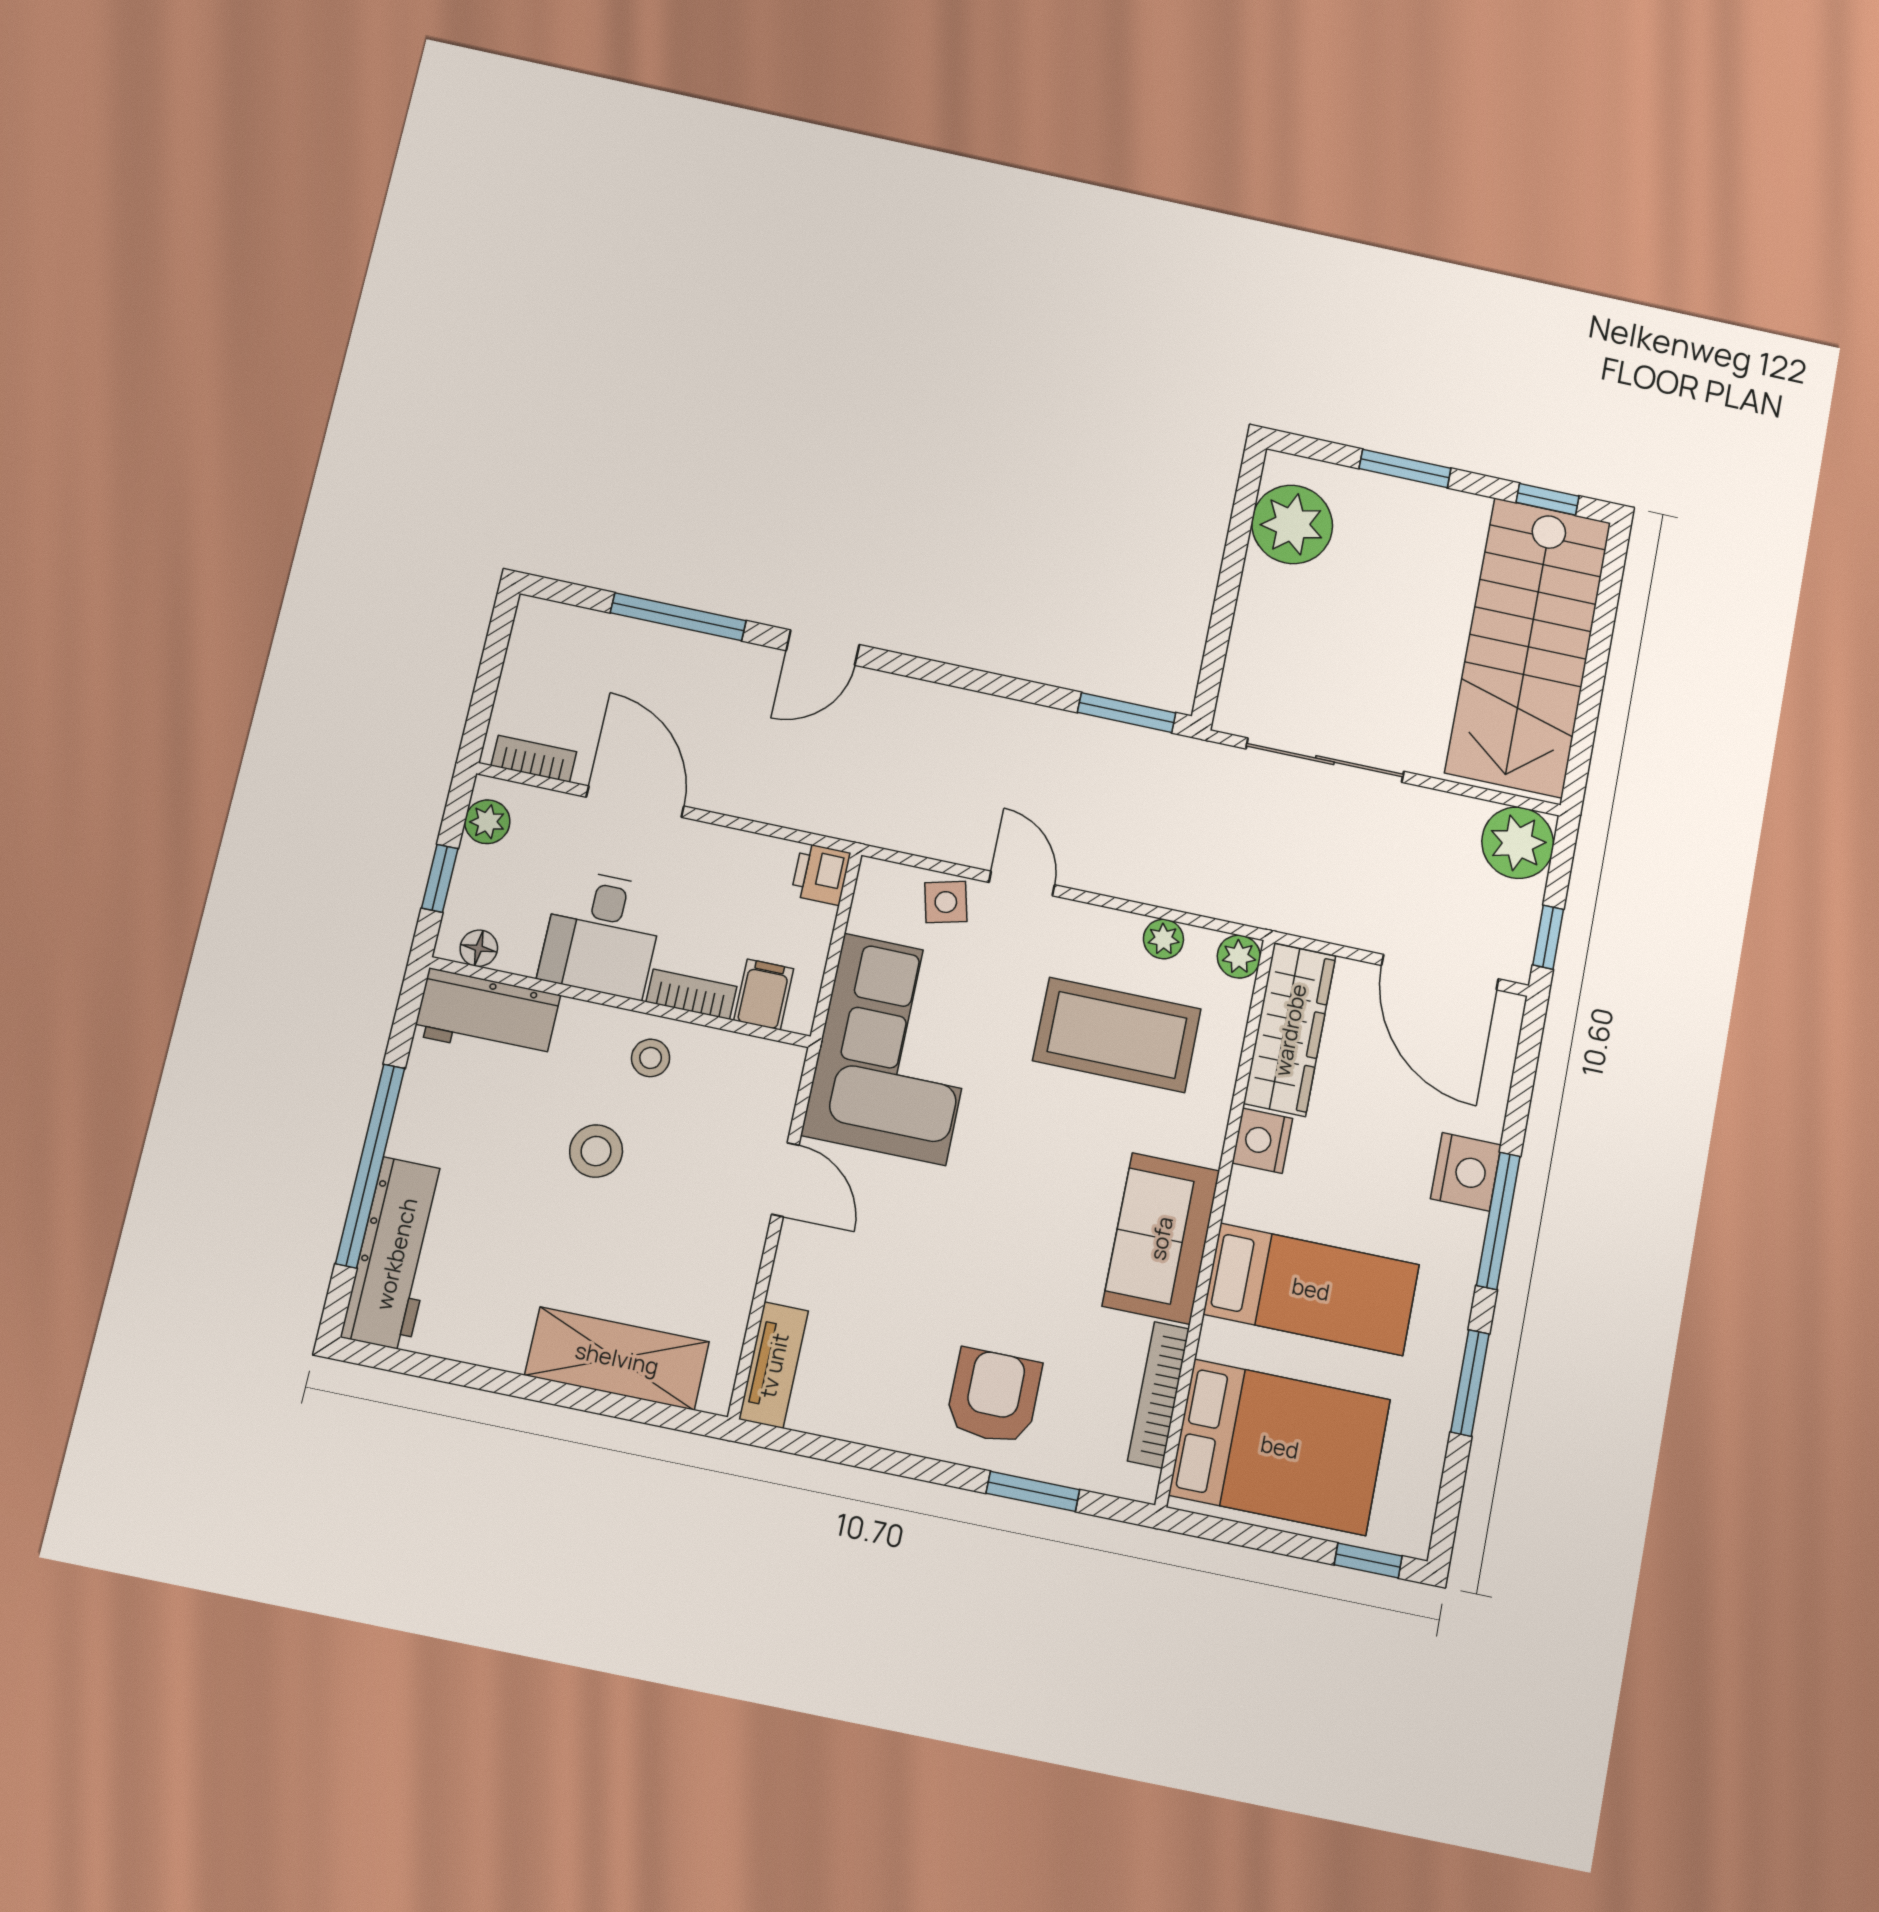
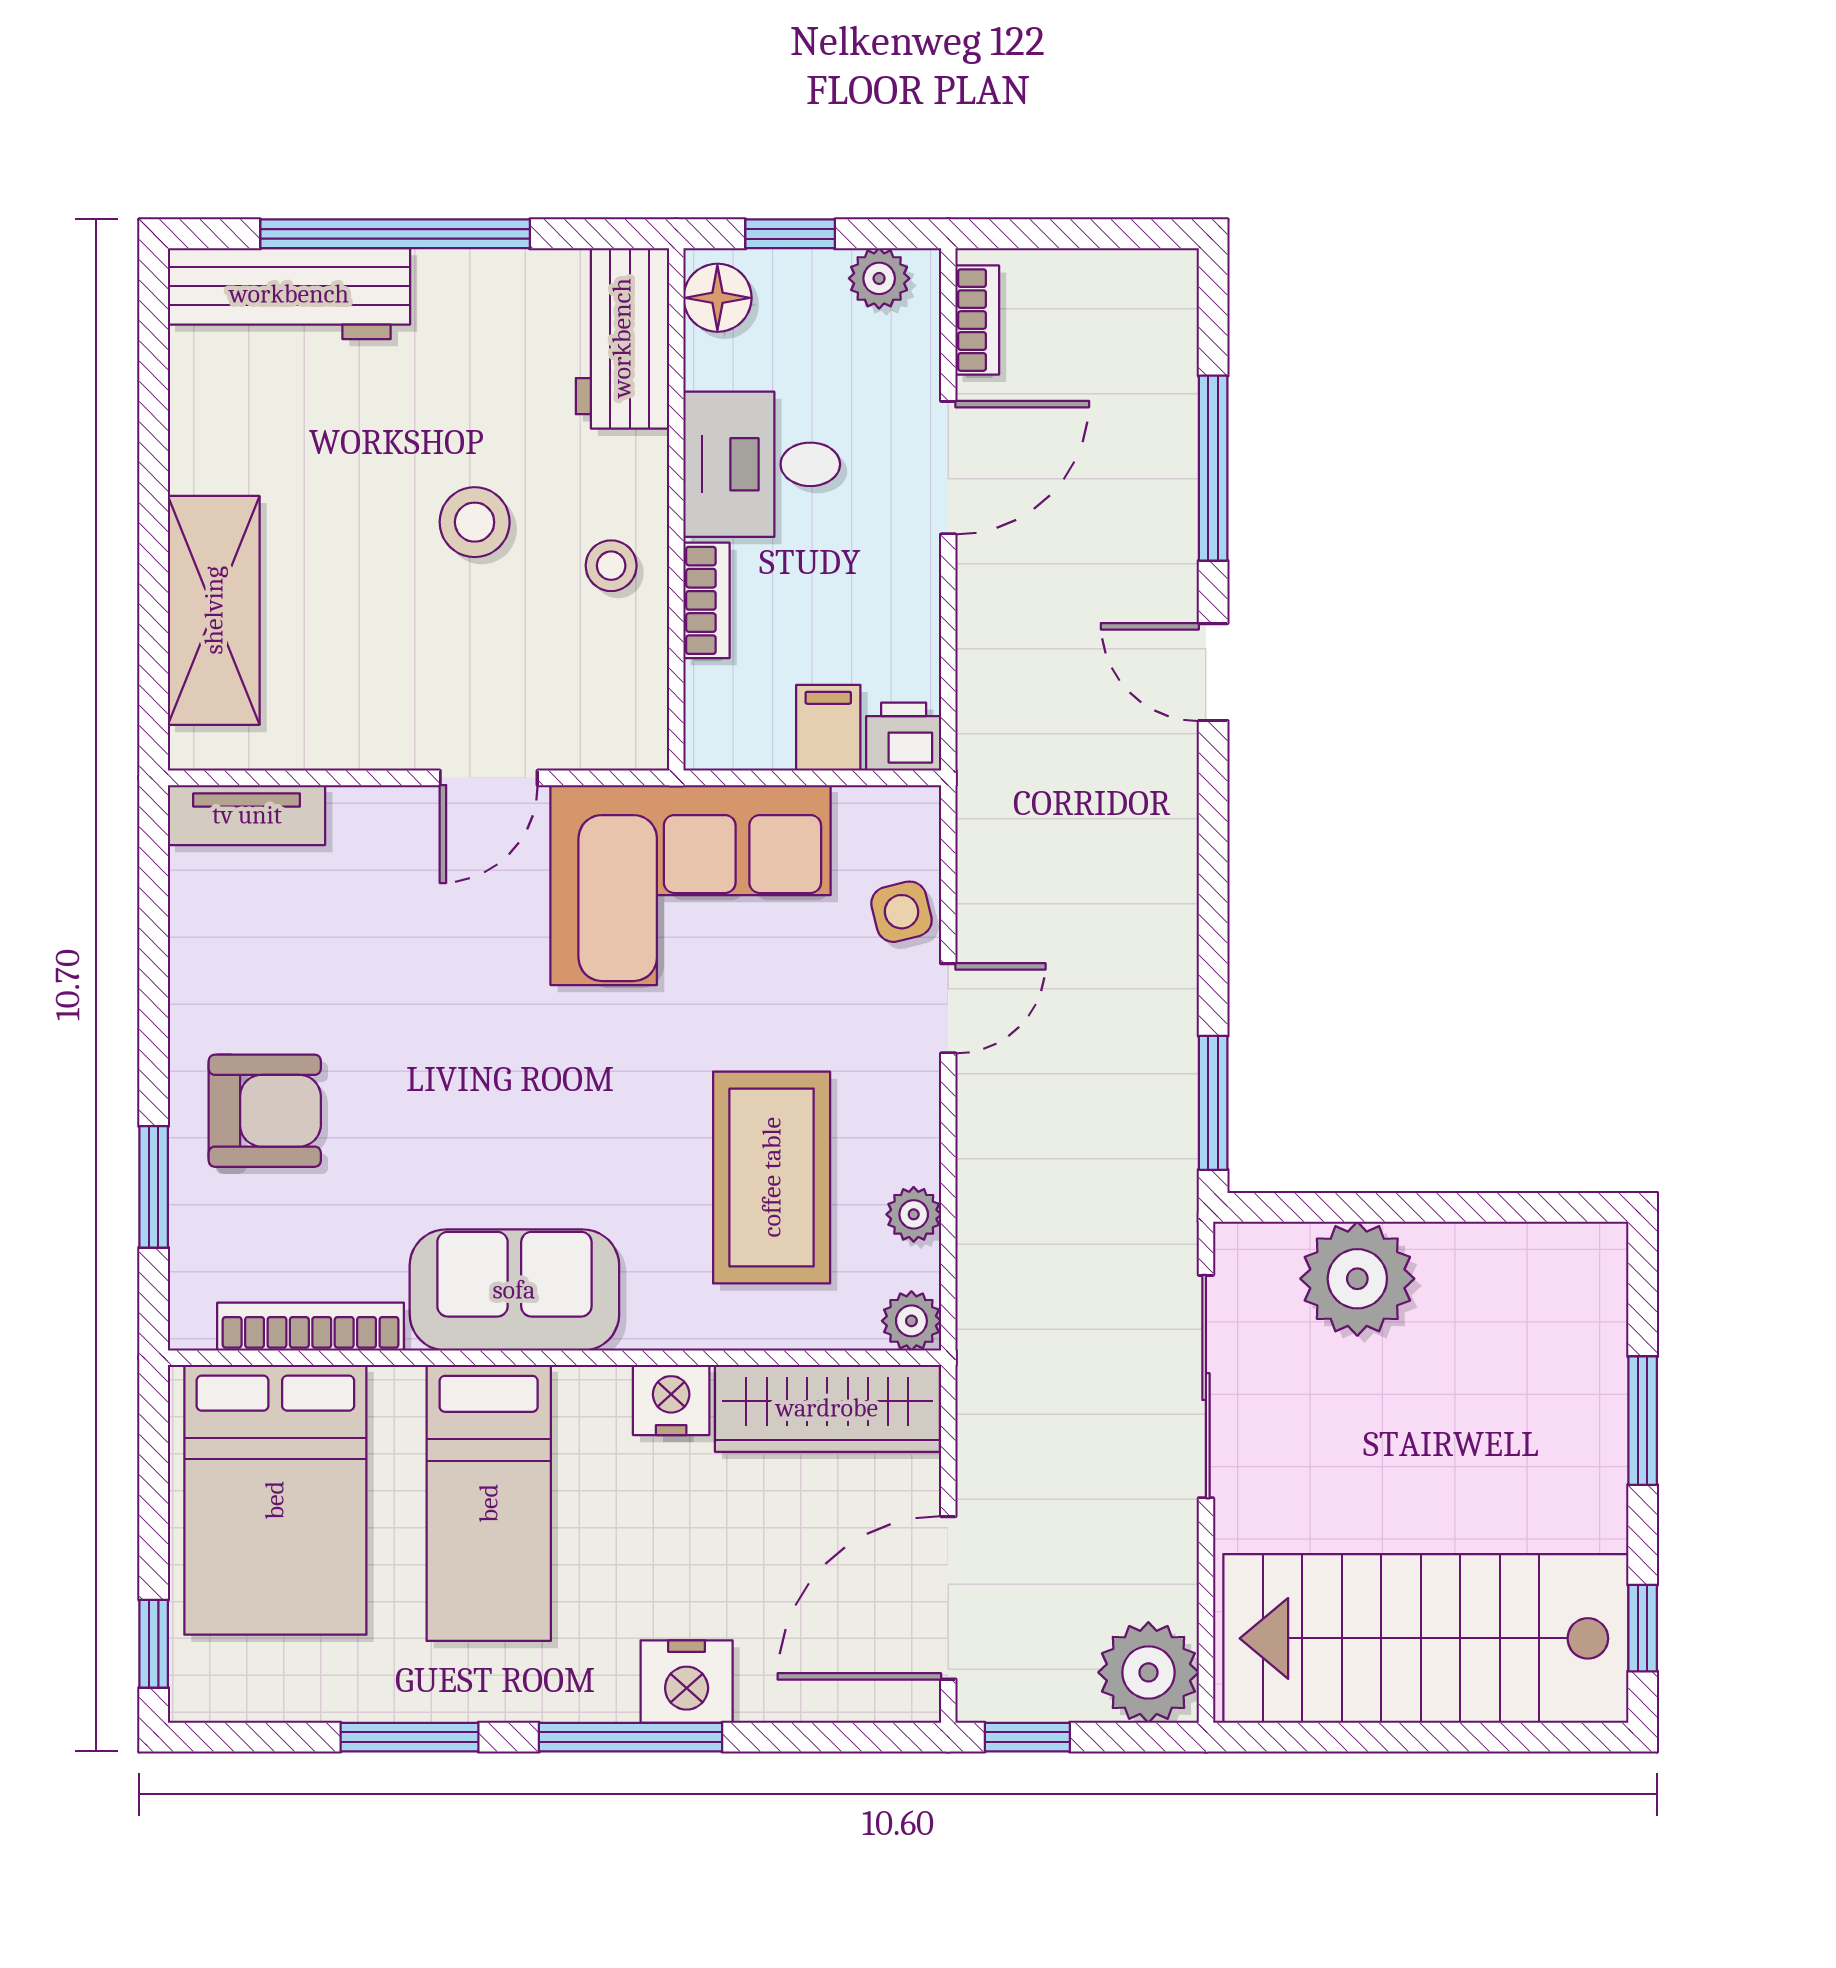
plant: (1292, 524) -> (1357, 1279), moved
floor lamp: (479, 948) -> (717, 298), width x1.37, depth x1.37
filing cabinet: (764, 994) -> (828, 728), moved, turned -90

